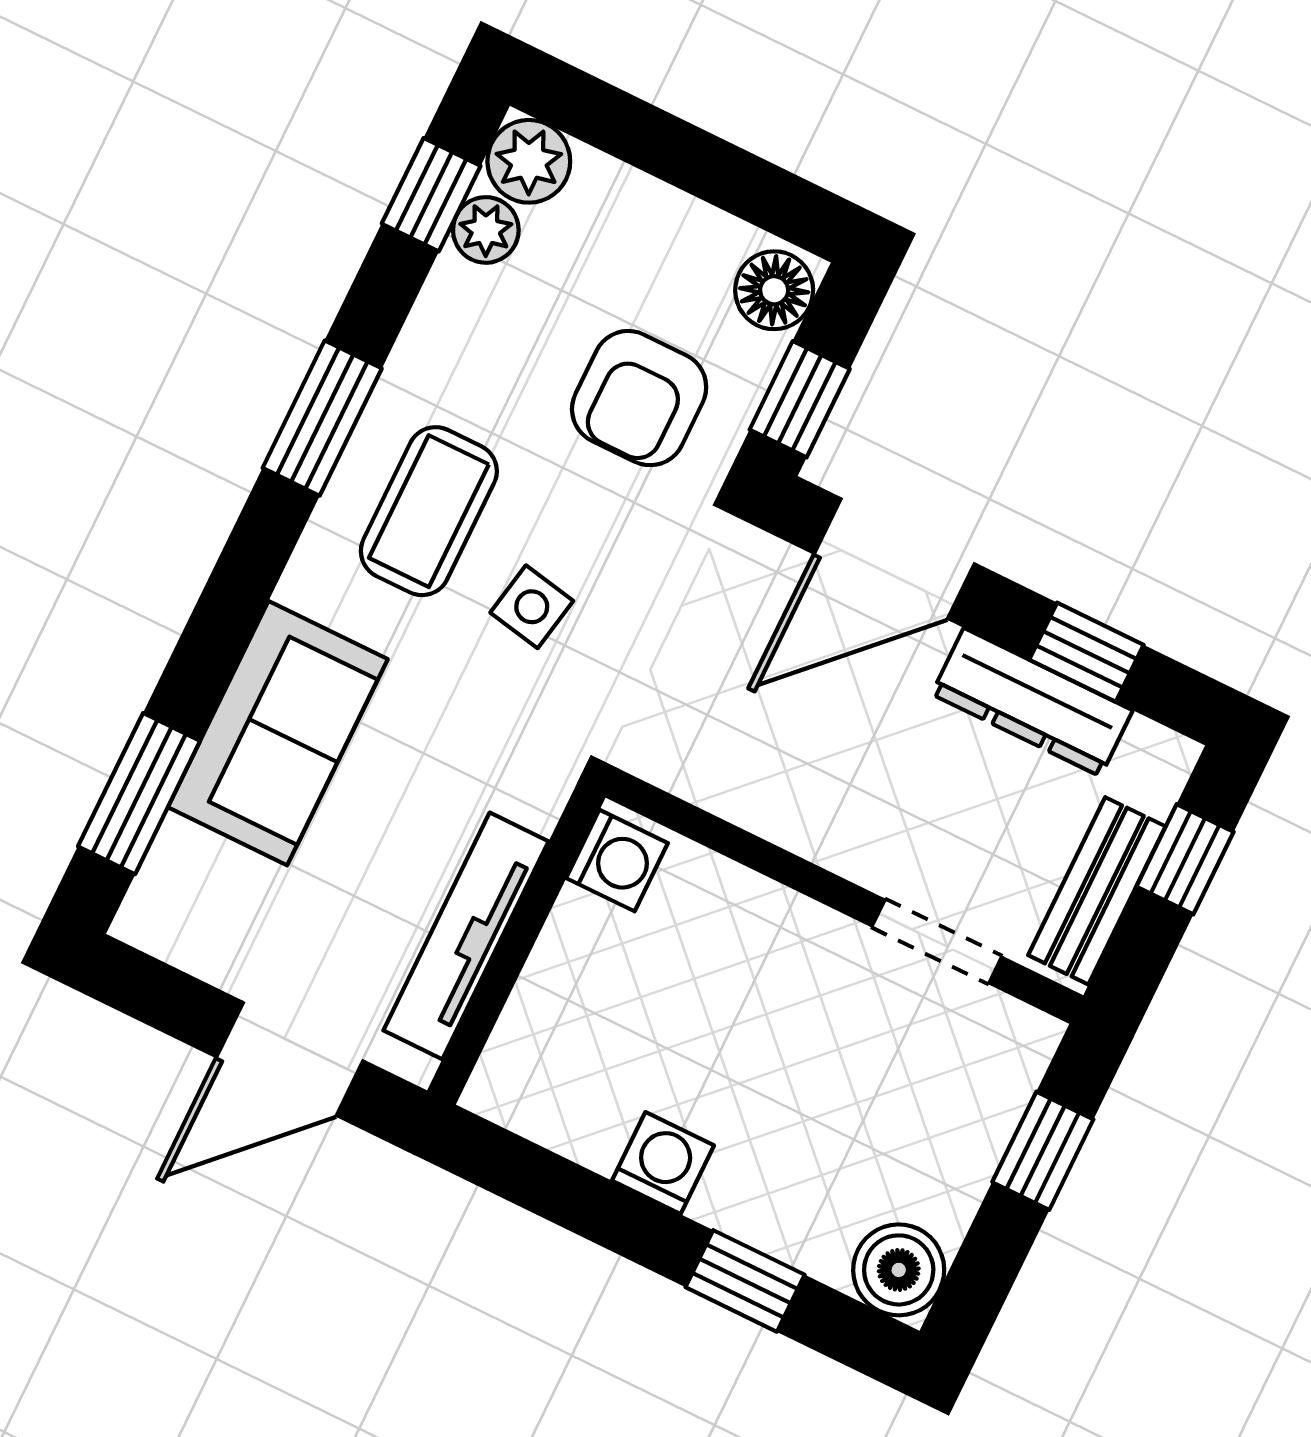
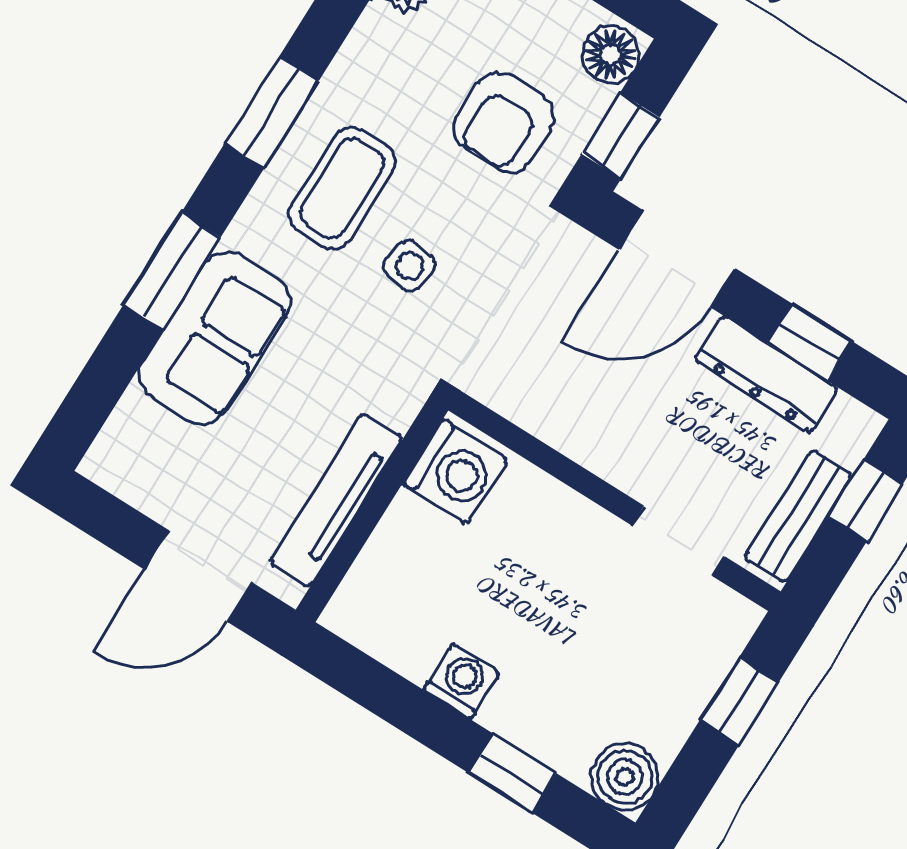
window: (139, 794) -> (172, 271), moved
washing machine: (617, 861) -> (455, 472), width x1.38, depth x1.38

